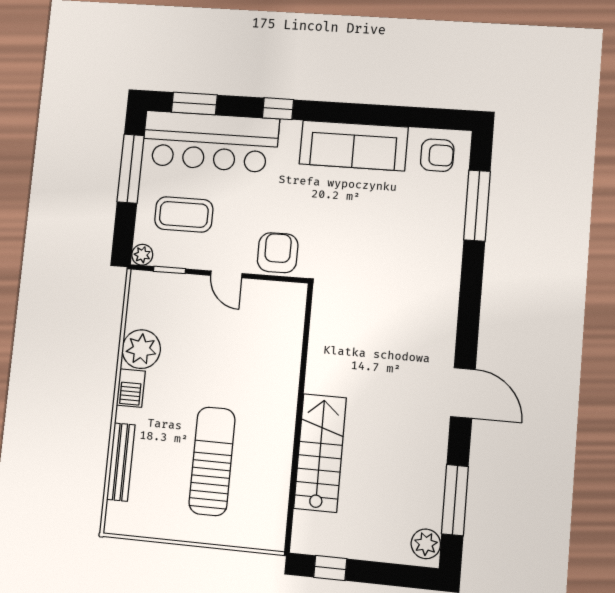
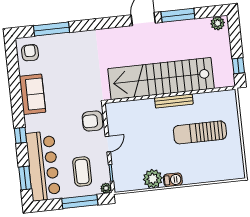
sofa: (354, 146) -> (32, 94), width x0.73
window: (131, 169) -> (80, 202), moved
stairs: (320, 453) -> (161, 79), width x1.86, depth x1.51
bench: (121, 462) -> (174, 101), moved
window: (455, 500) -> (178, 15), moved

